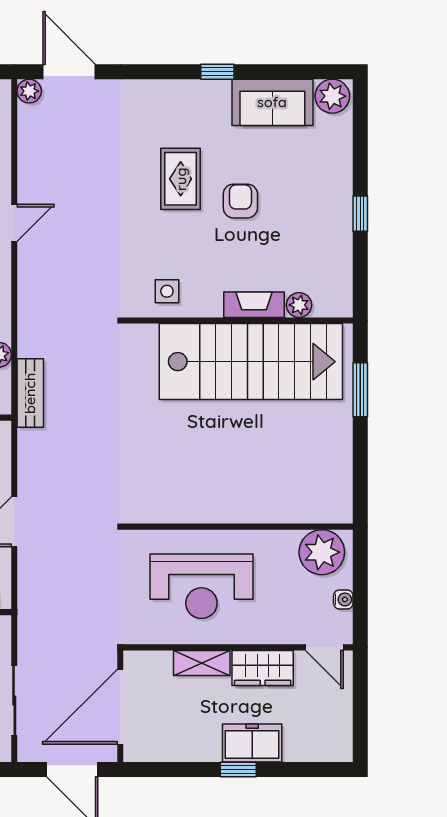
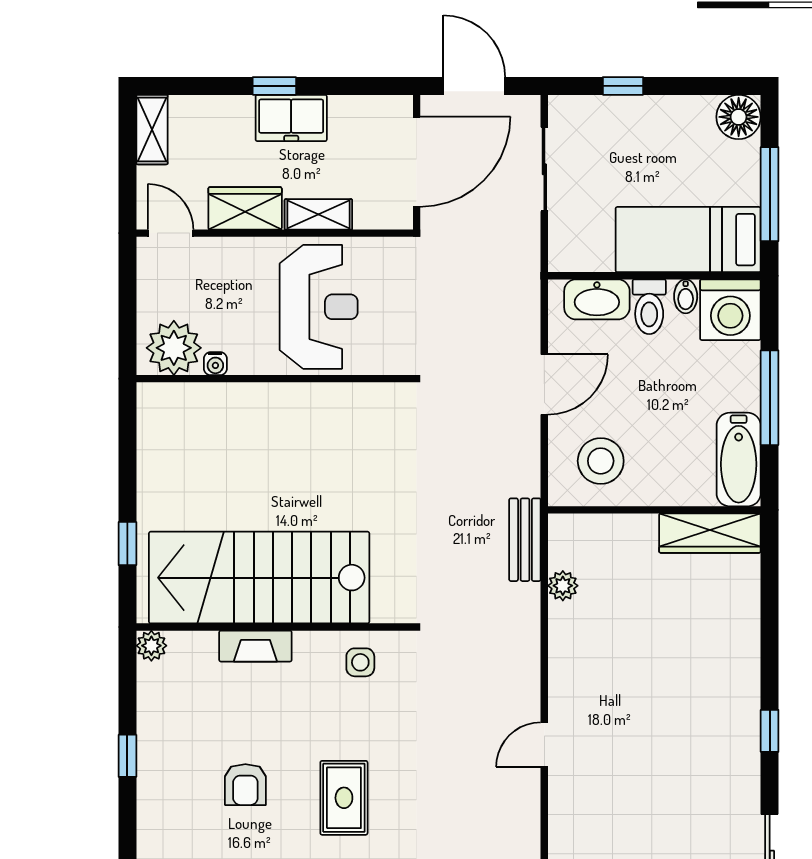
armchair: (240, 201) -> (245, 785), moved
plant: (299, 305) -> (151, 646), moved
window: (360, 390) -> (127, 544), width x0.67
reception desk: (201, 586) -> (319, 307), turned 90
water cooler: (343, 599) -> (215, 364), moved, turned -90
shelving: (340, 733) -> (152, 130), added
freezer: (252, 743) -> (291, 118), moved

